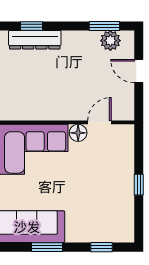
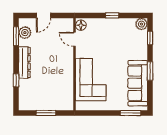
dresser: (35, 40) -> (24, 62), moved
floor lamp: (78, 133) -> (81, 25), moved
plant: (125, 233) -> (141, 24), added

